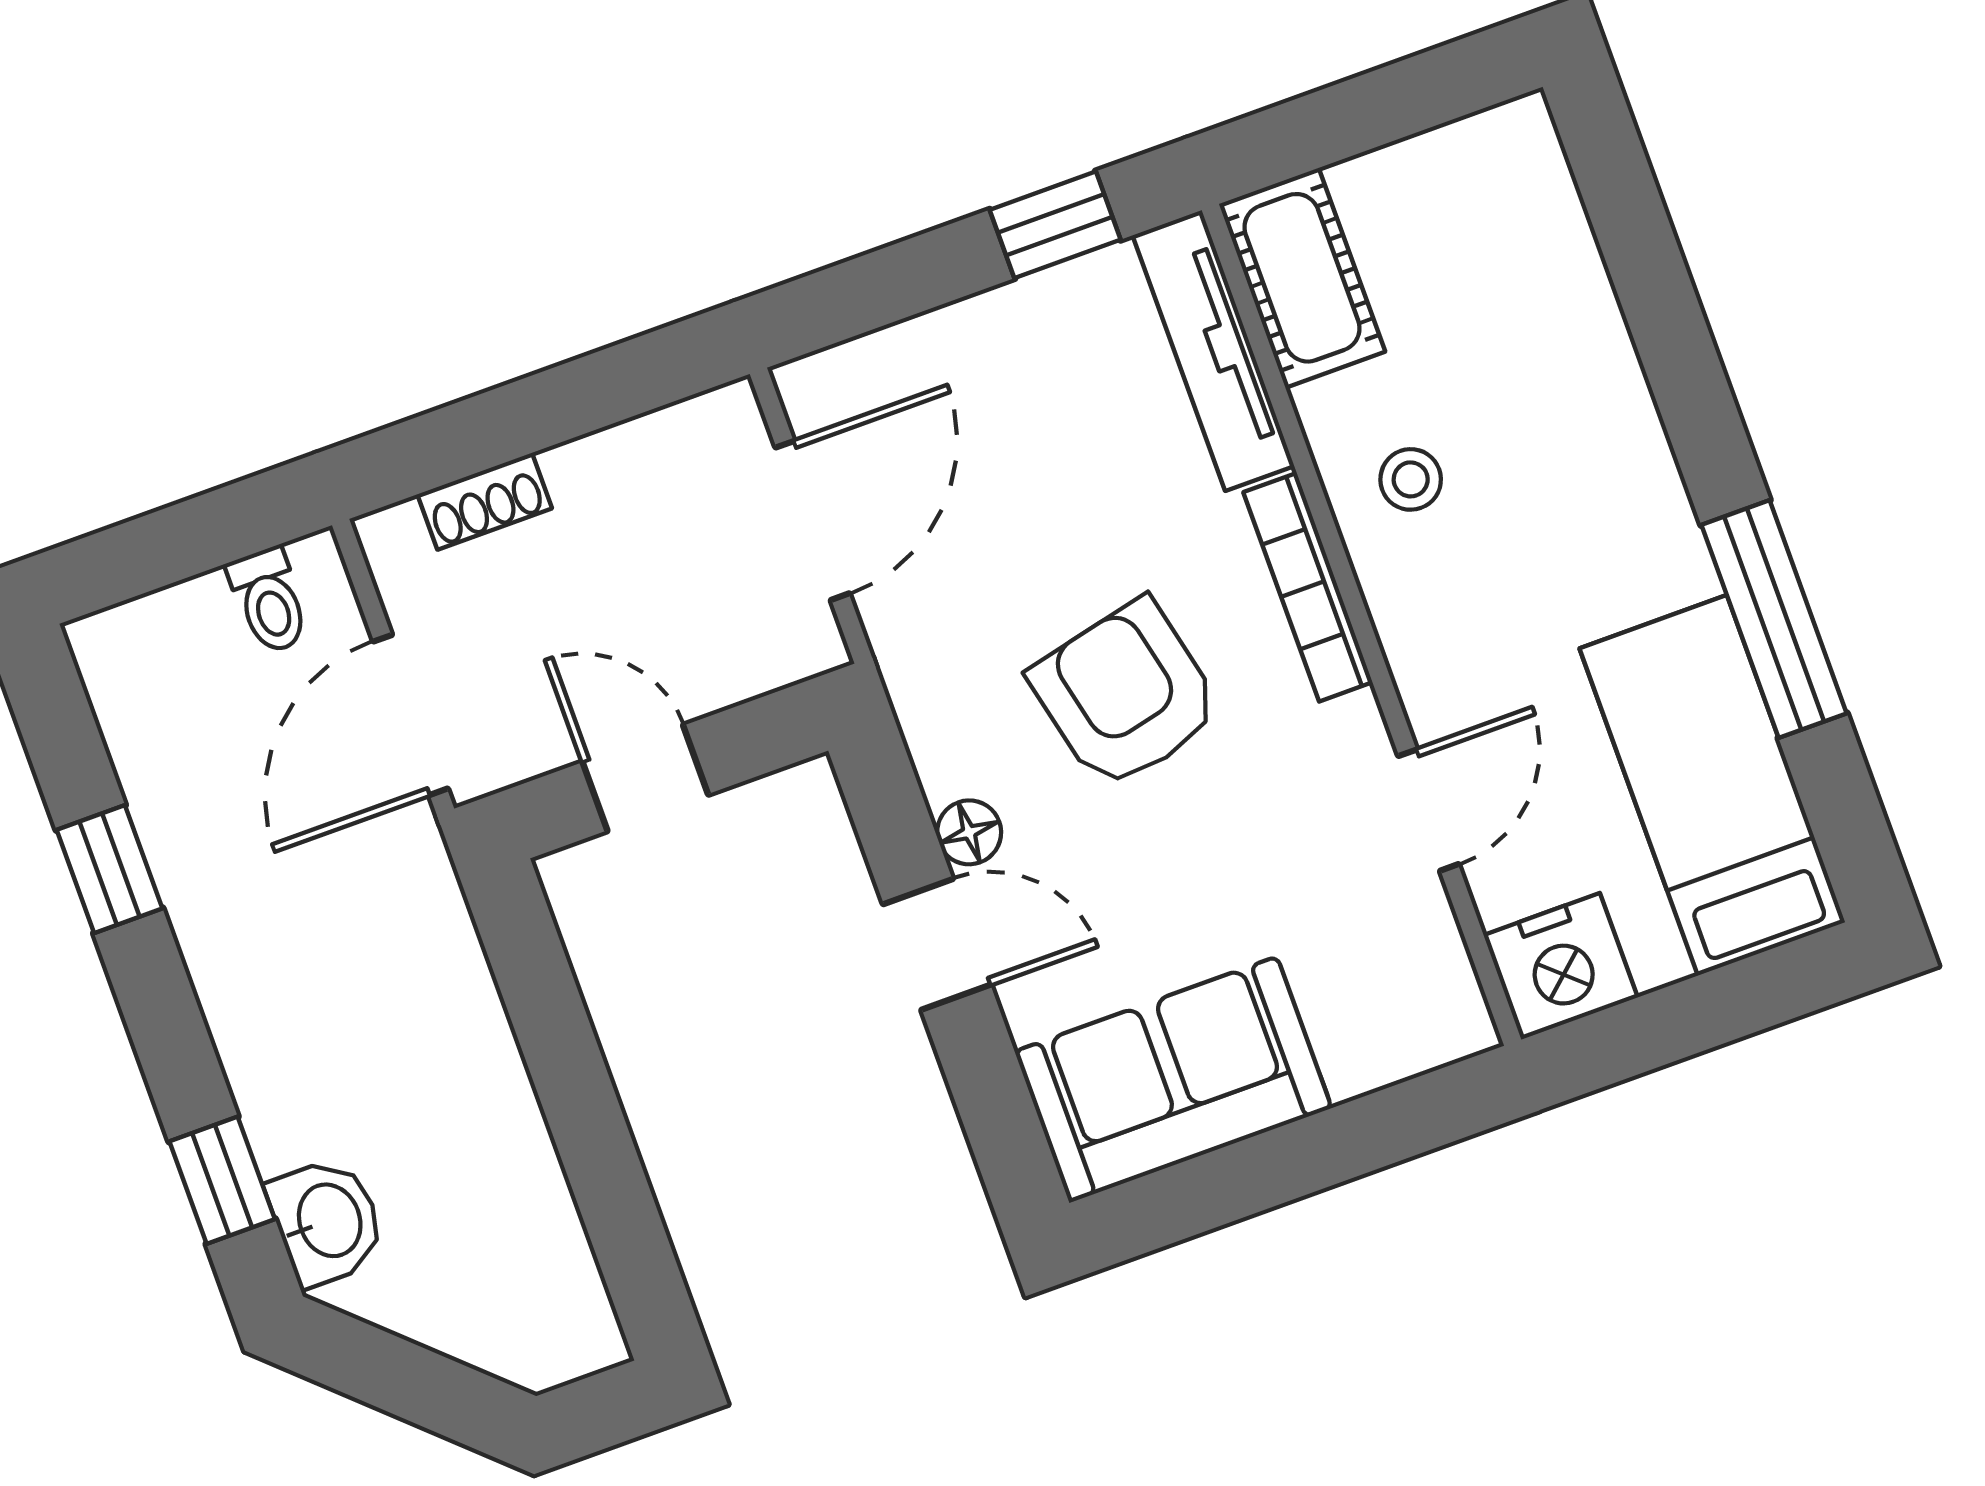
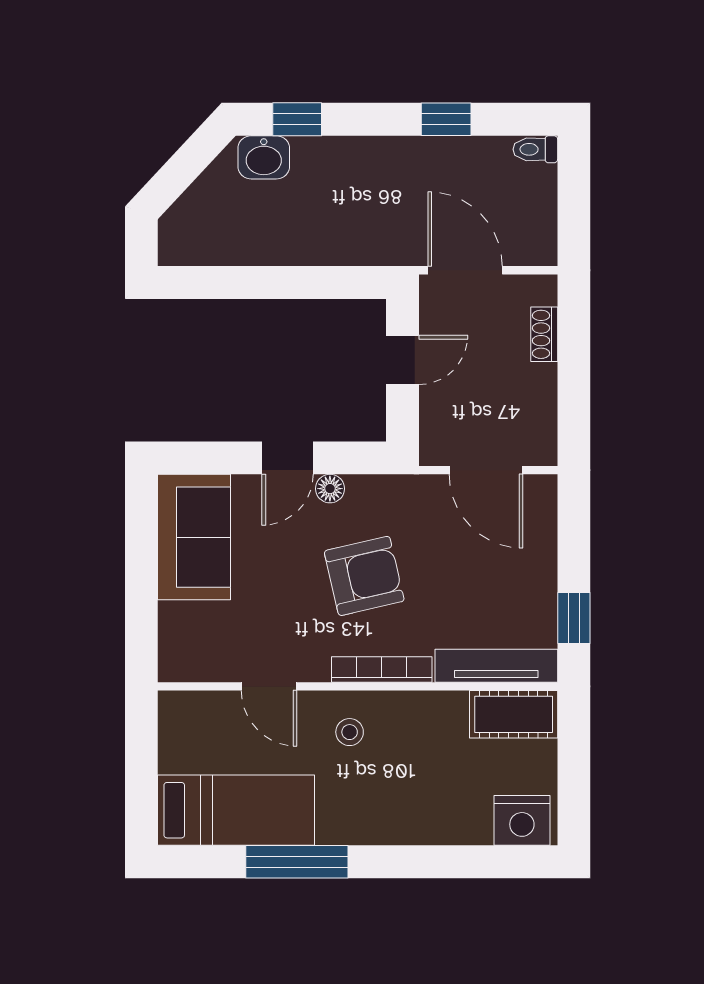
stool: (1411, 479) -> (350, 732), moved
toilet: (269, 600) -> (535, 149), moved
nightstand: (1561, 966) -> (522, 820), moved, turned -90

